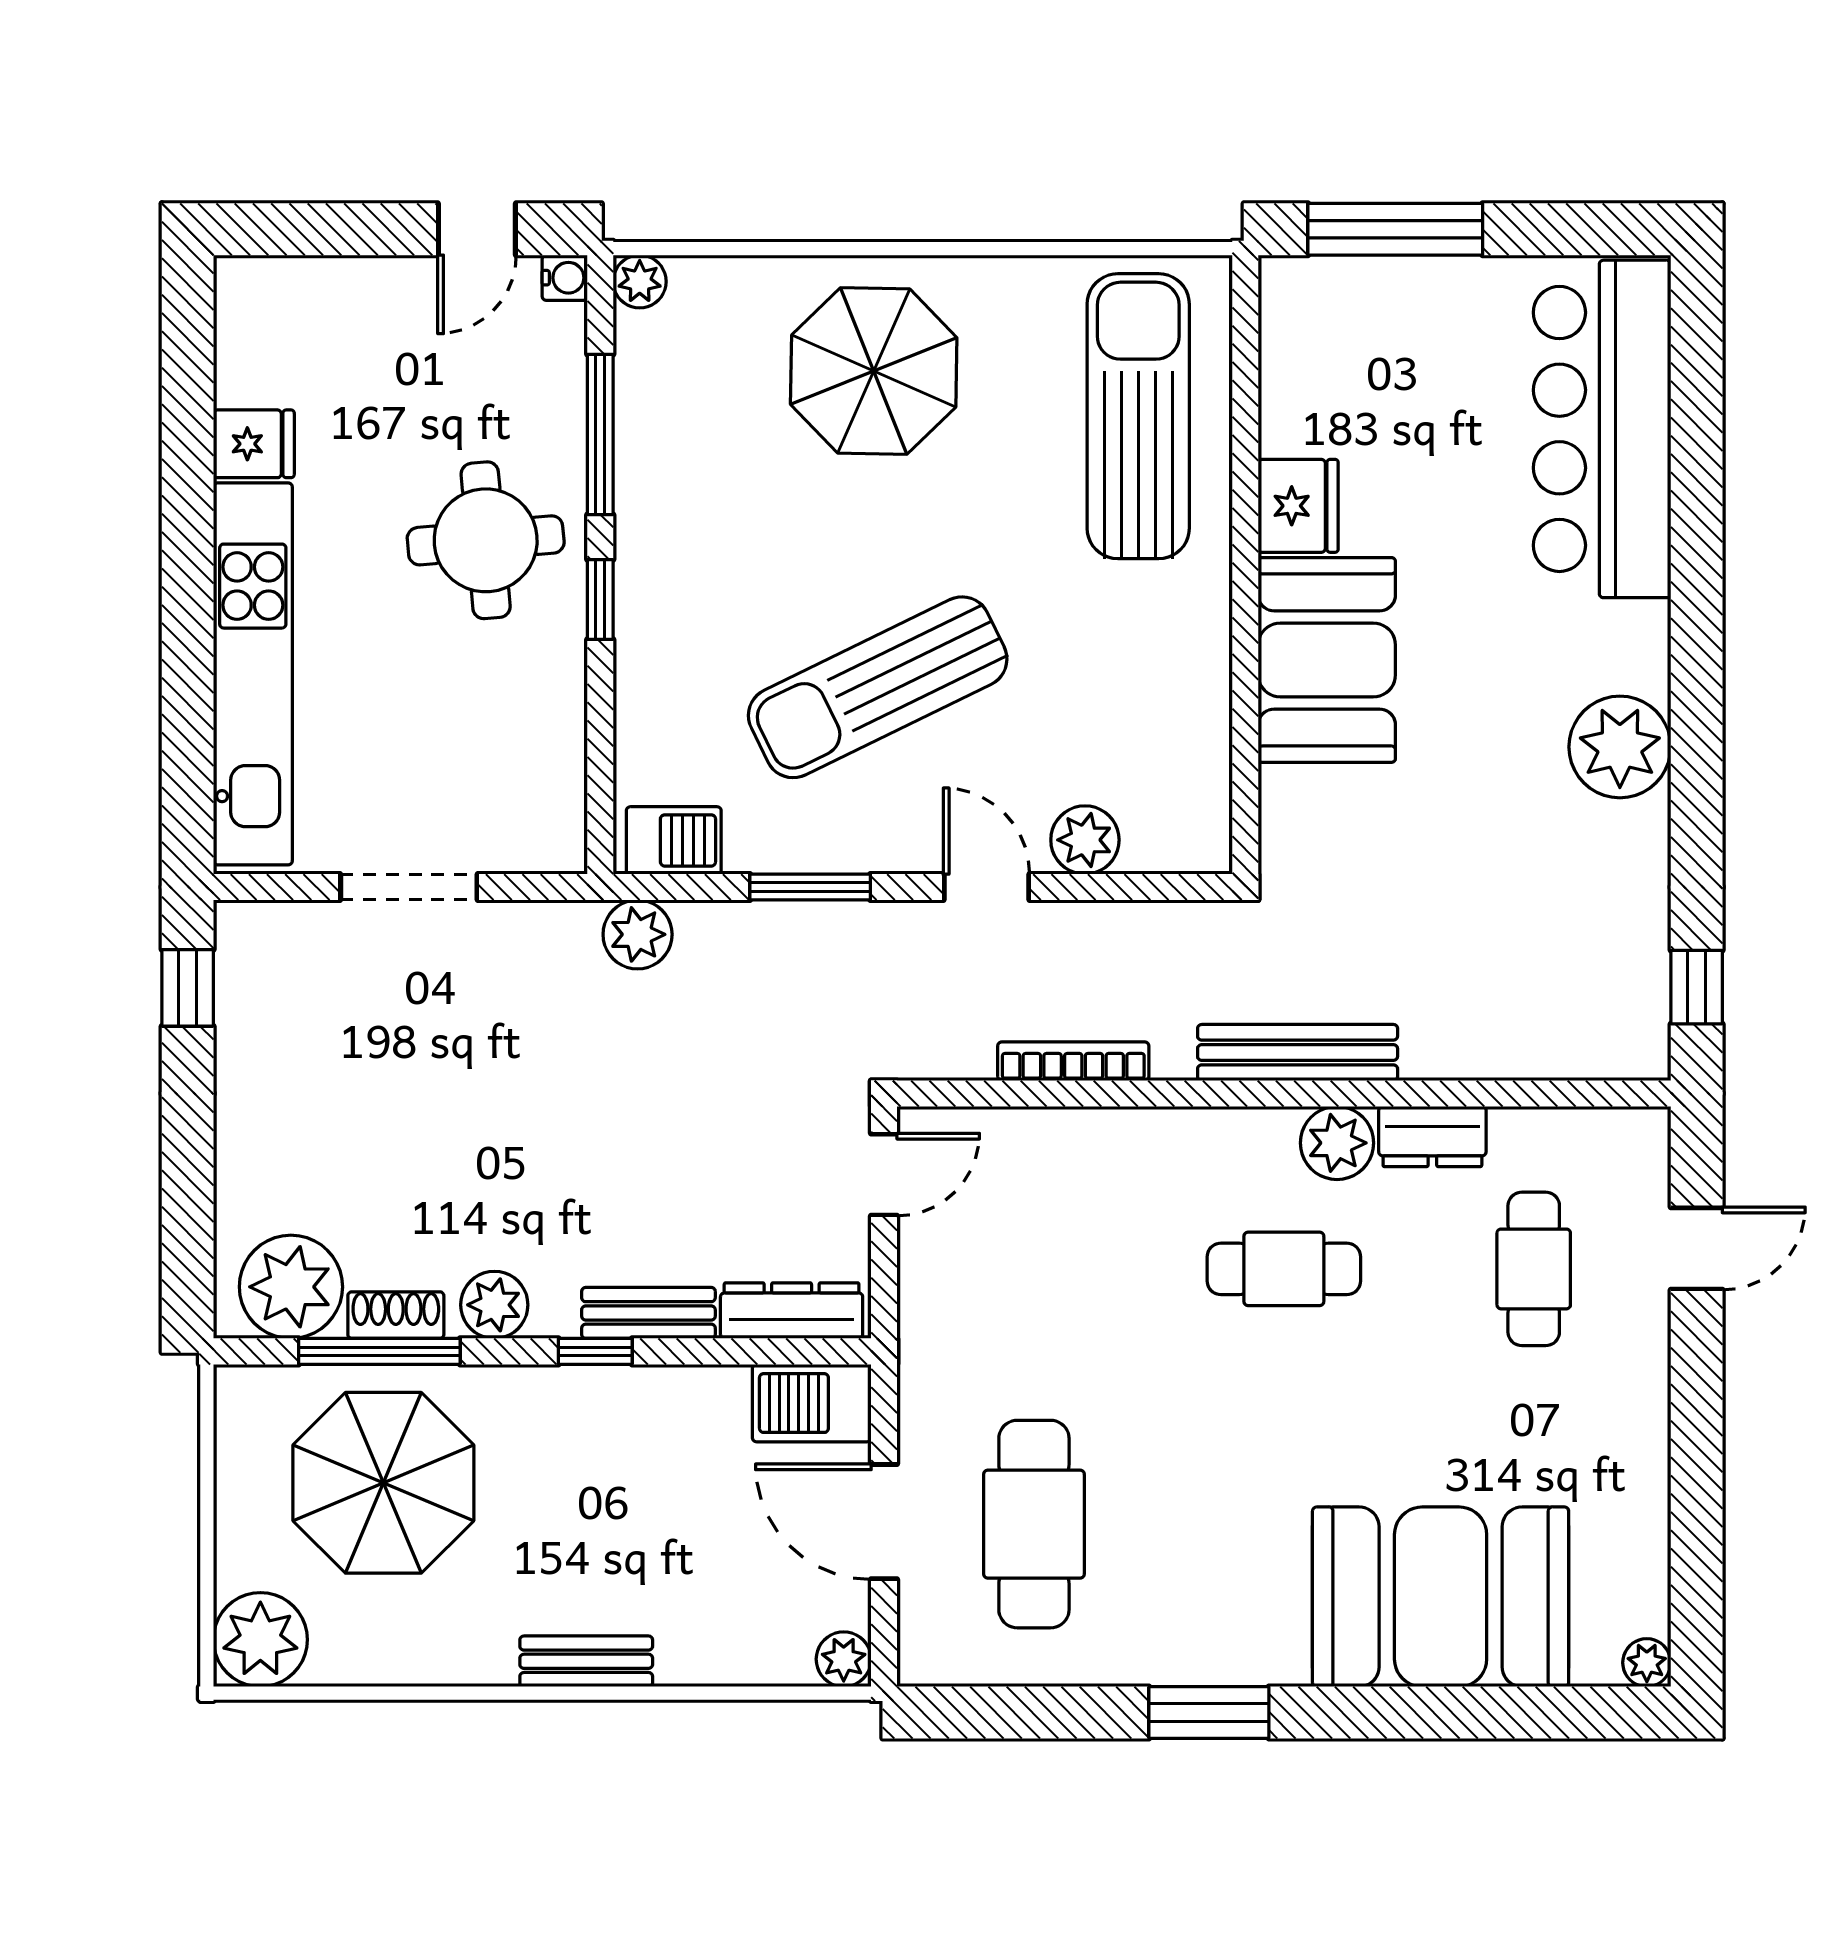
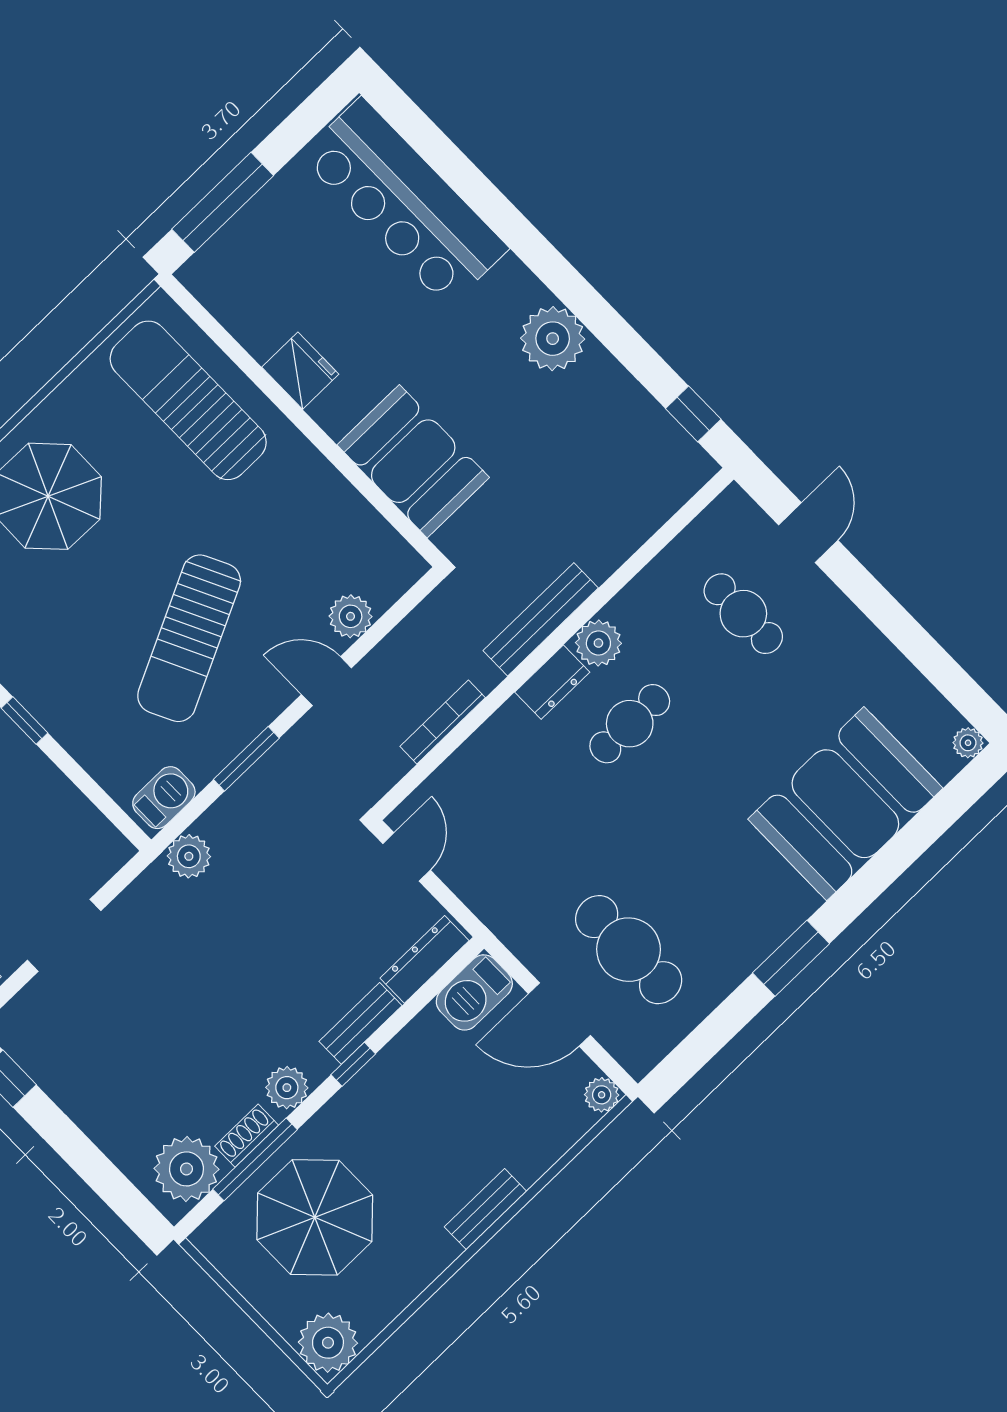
booth: (1327, 660) -> (413, 461), moved
dresser: (1432, 1136) -> (552, 682), moved

